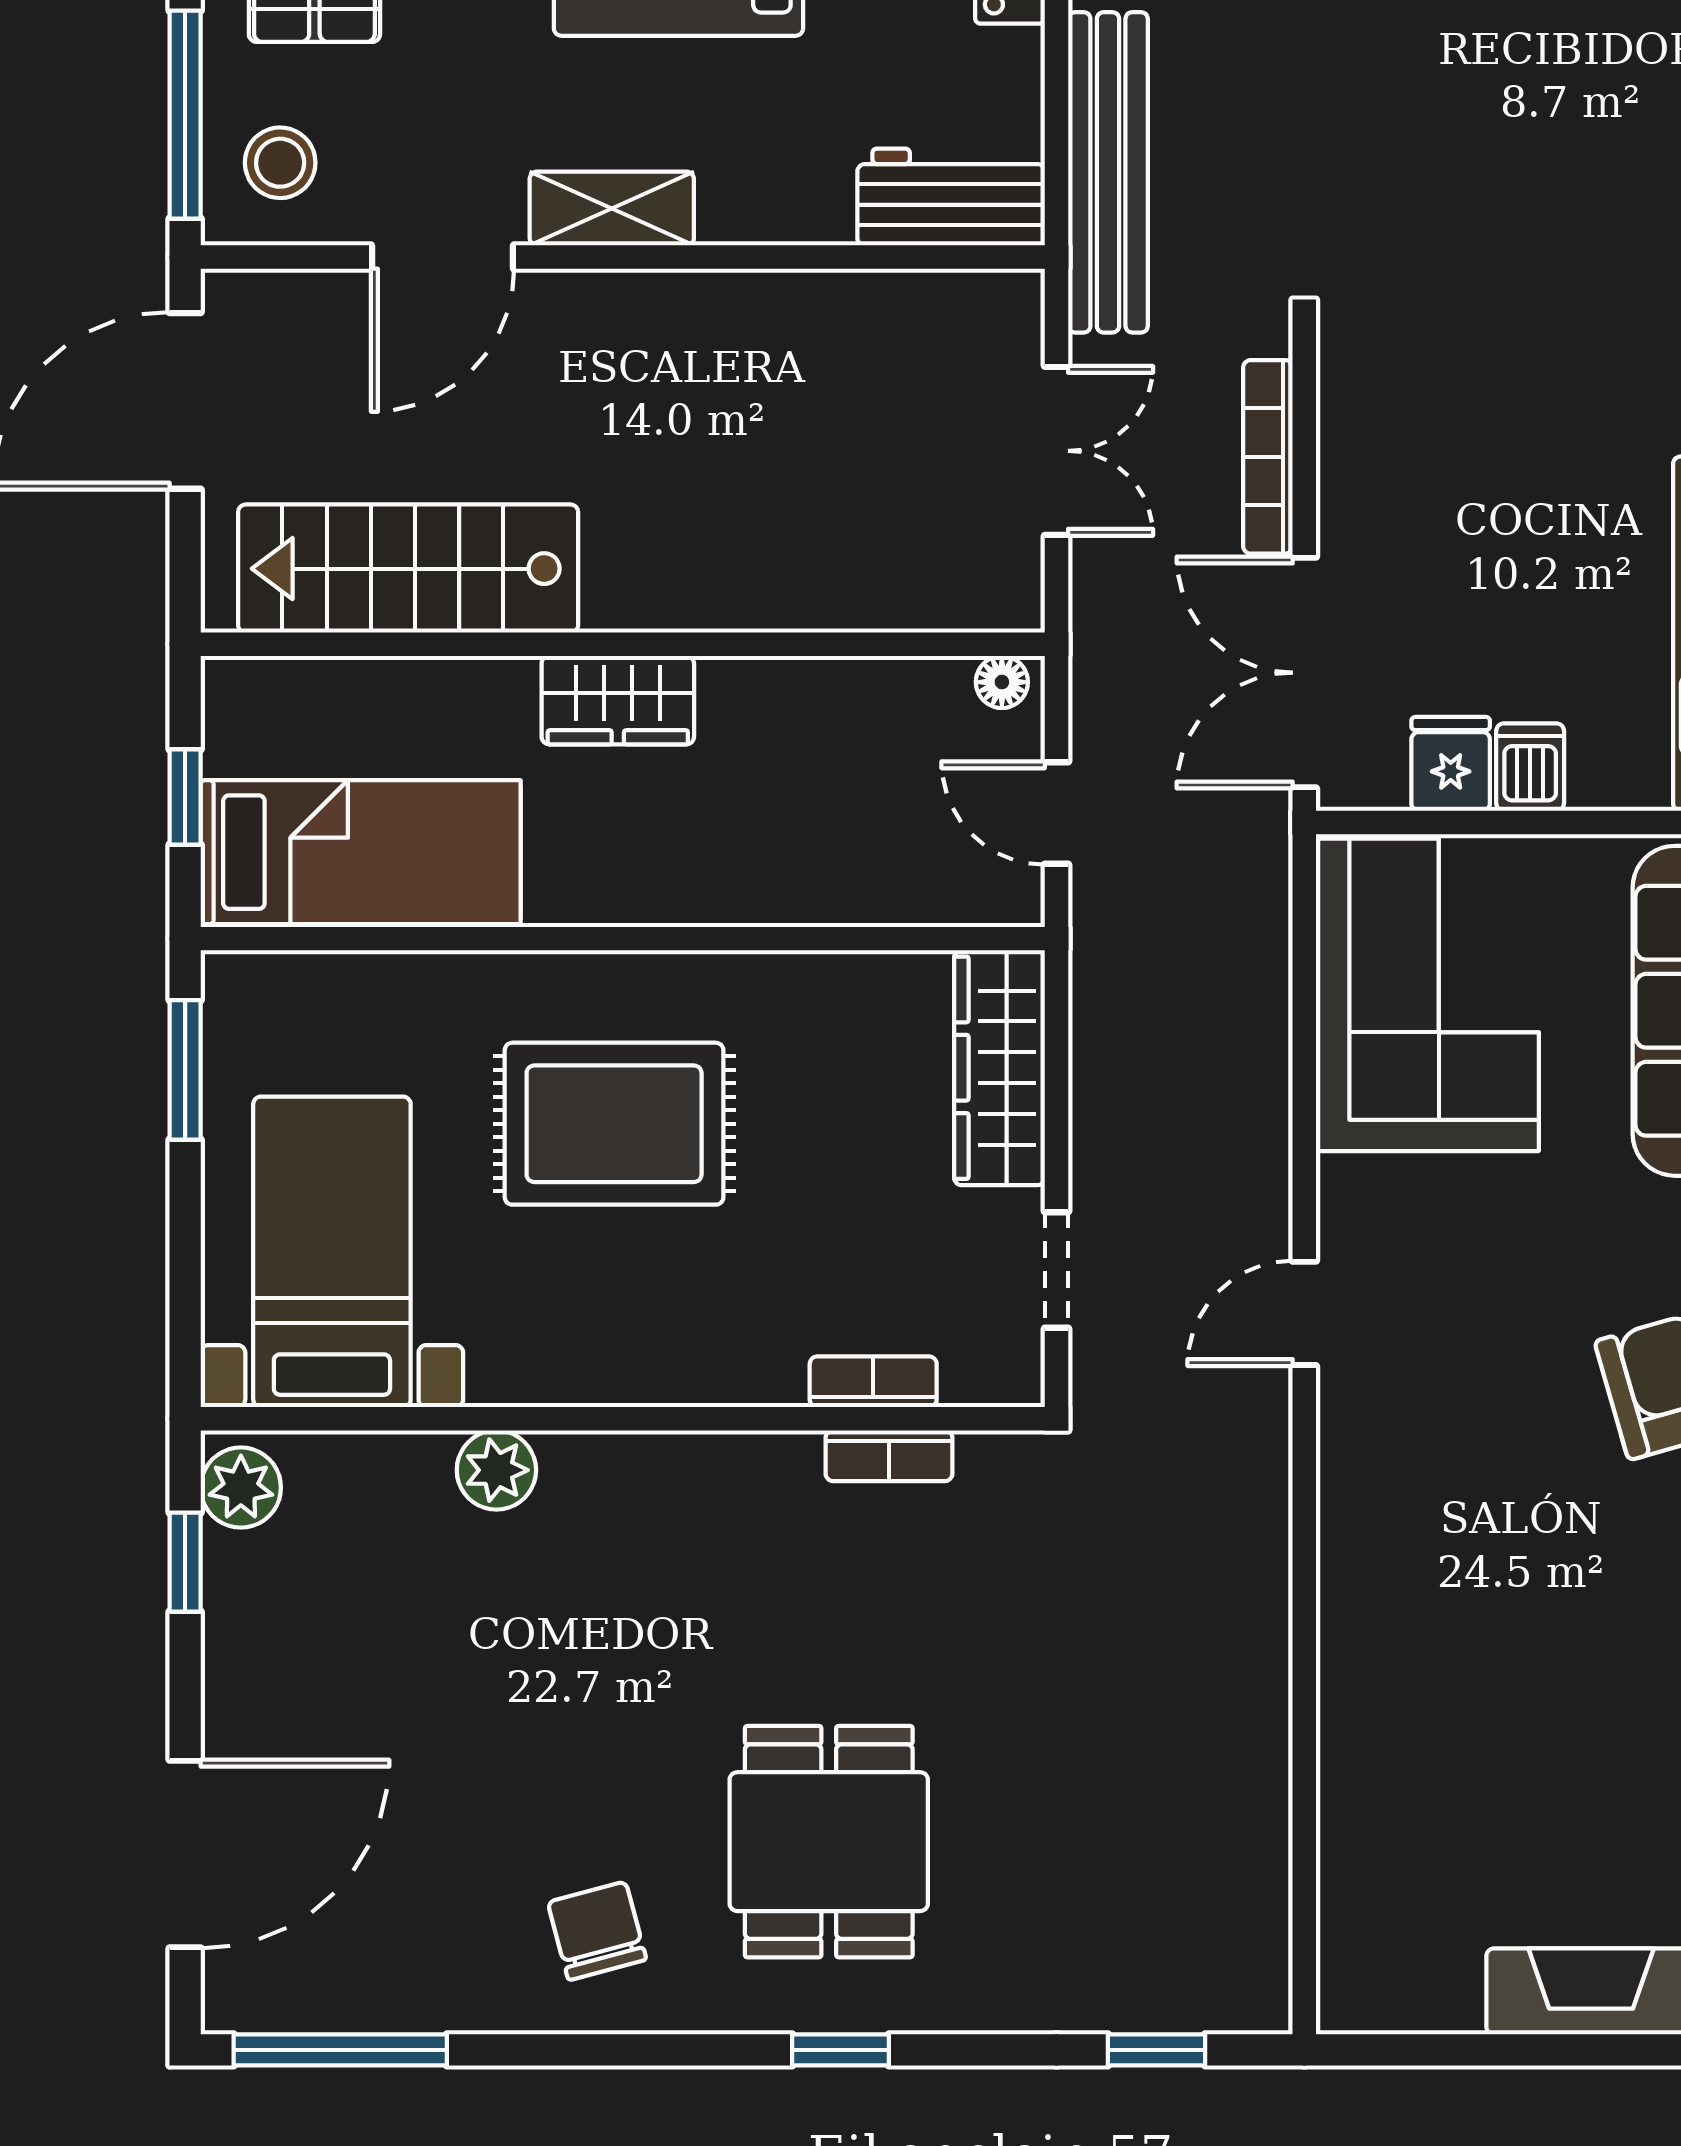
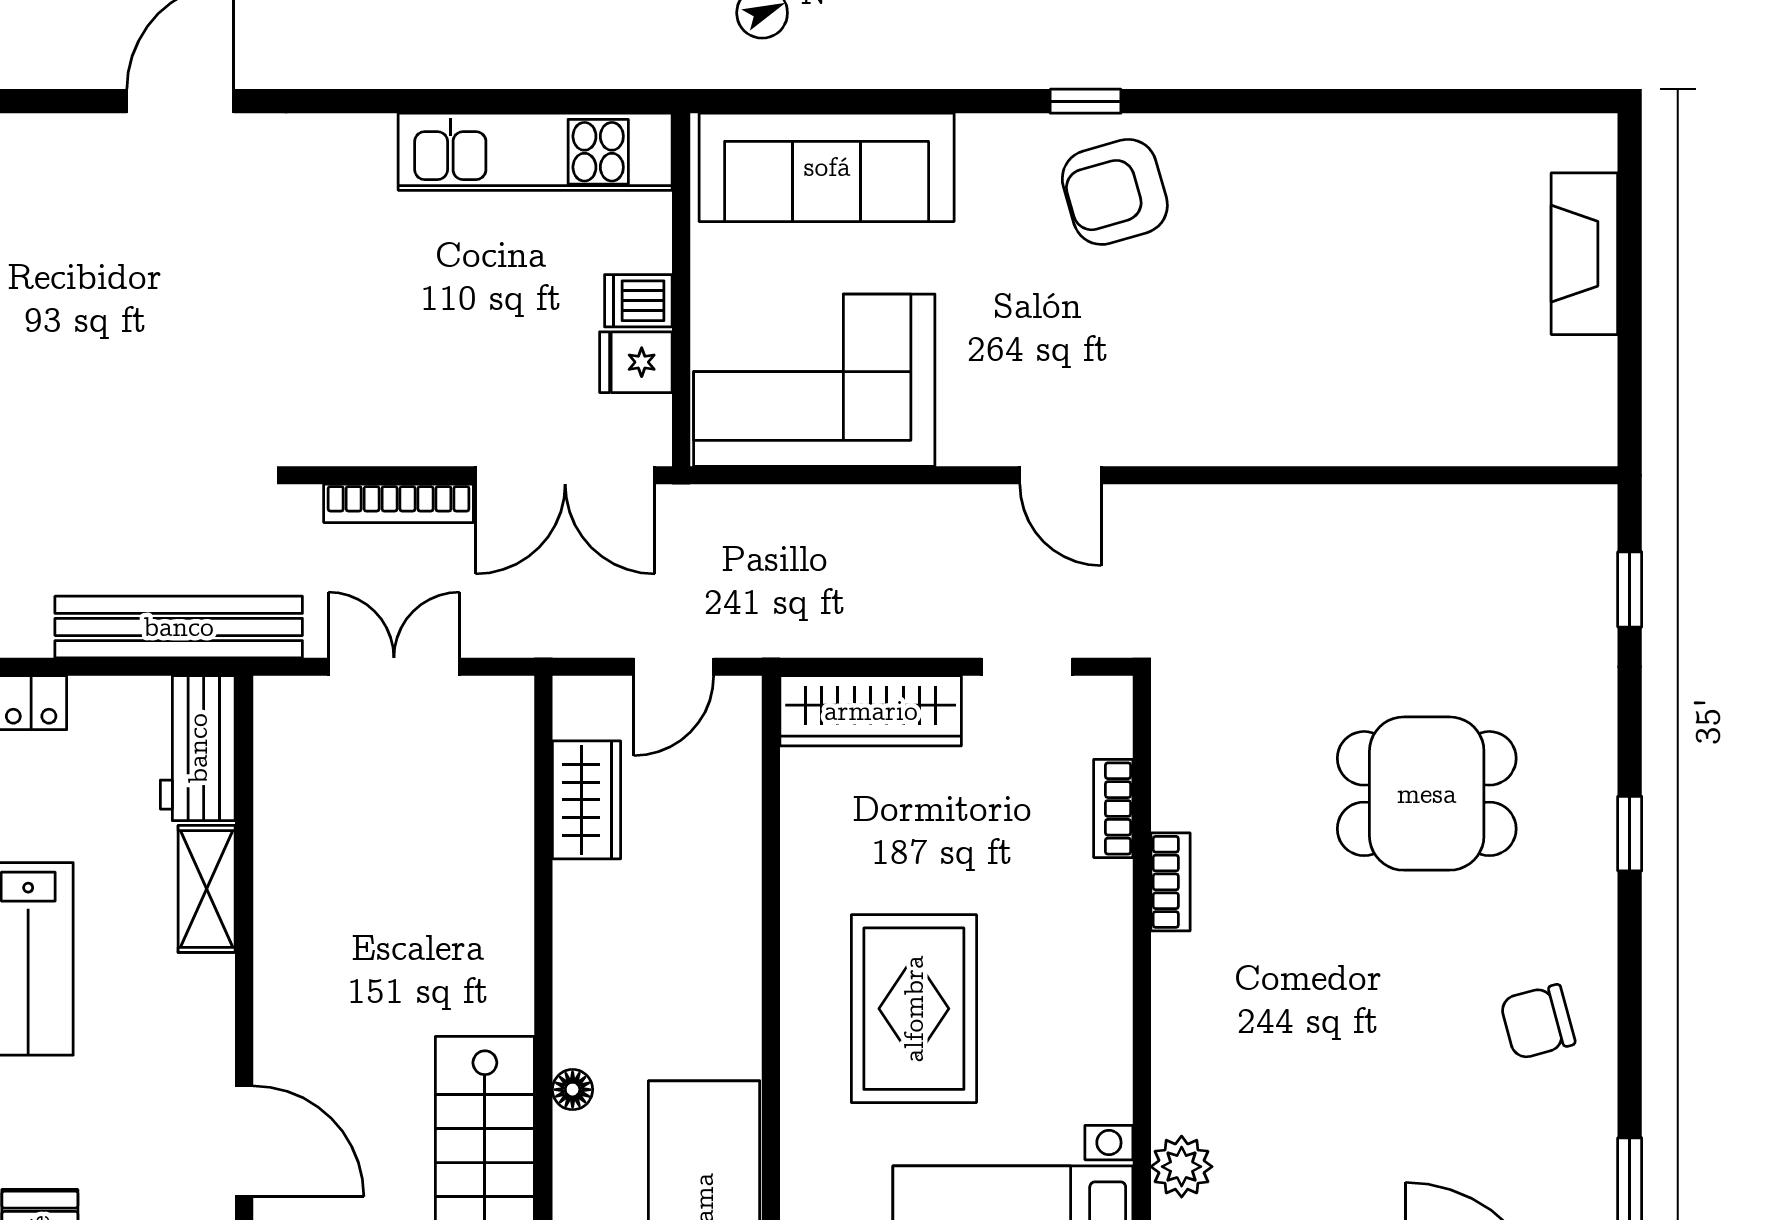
shelving: (612, 209) -> (207, 889), moved
floor lamp: (1002, 682) -> (573, 1090), moved
wardrobe: (618, 700) -> (587, 800), moved
bookcase: (889, 1456) -> (1171, 882), moved
plant: (496, 1470) -> (1182, 1167), moved
dining table: (829, 1842) -> (1427, 794), moved

